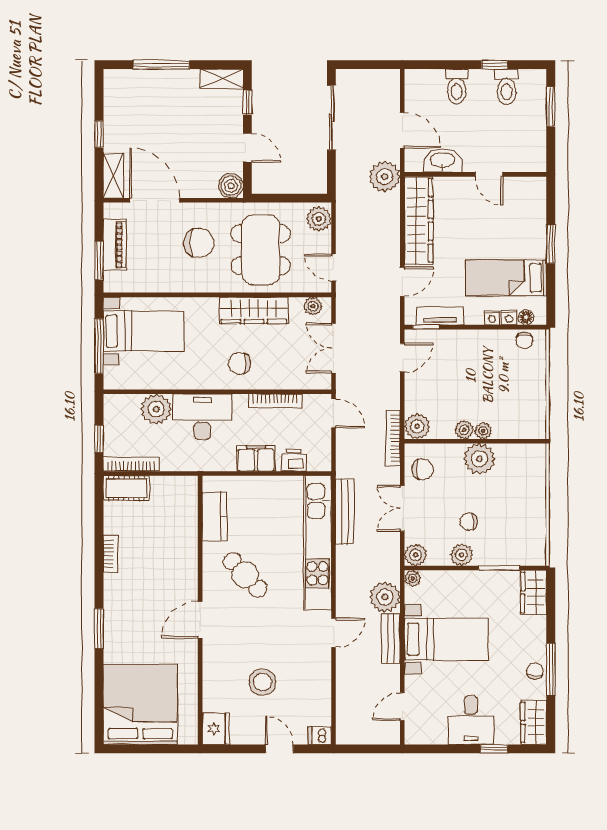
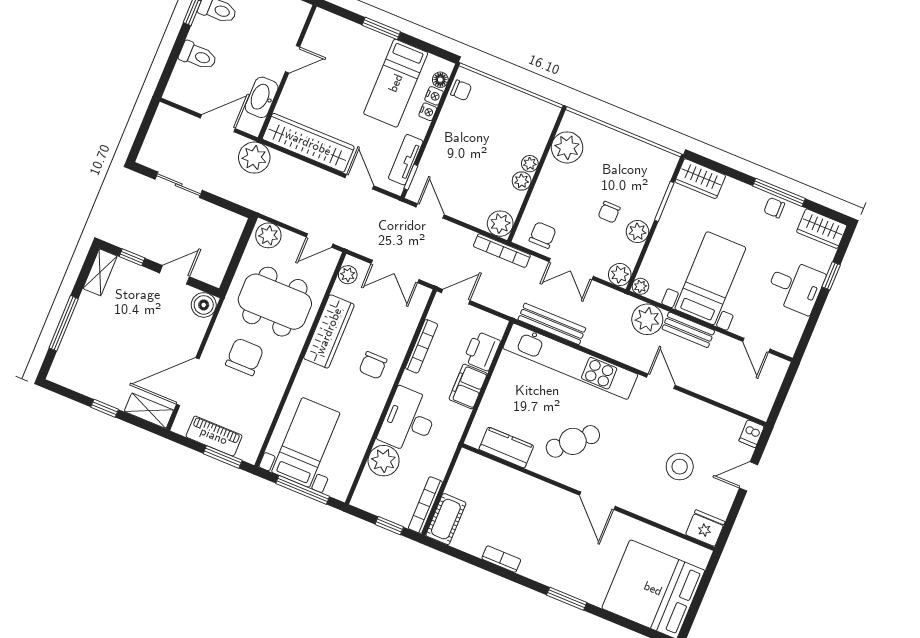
sliding door: (331, 118) -> (179, 185), width x0.73
plant: (479, 459) -> (567, 147), moved
printer: (294, 460) -> (482, 351), width x1.36, depth x1.24

